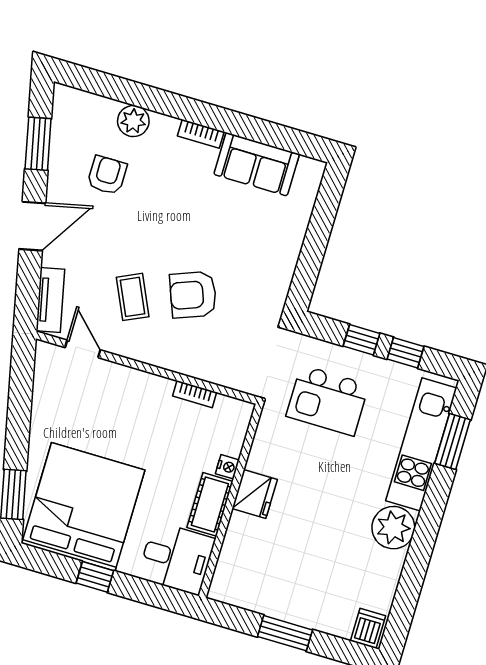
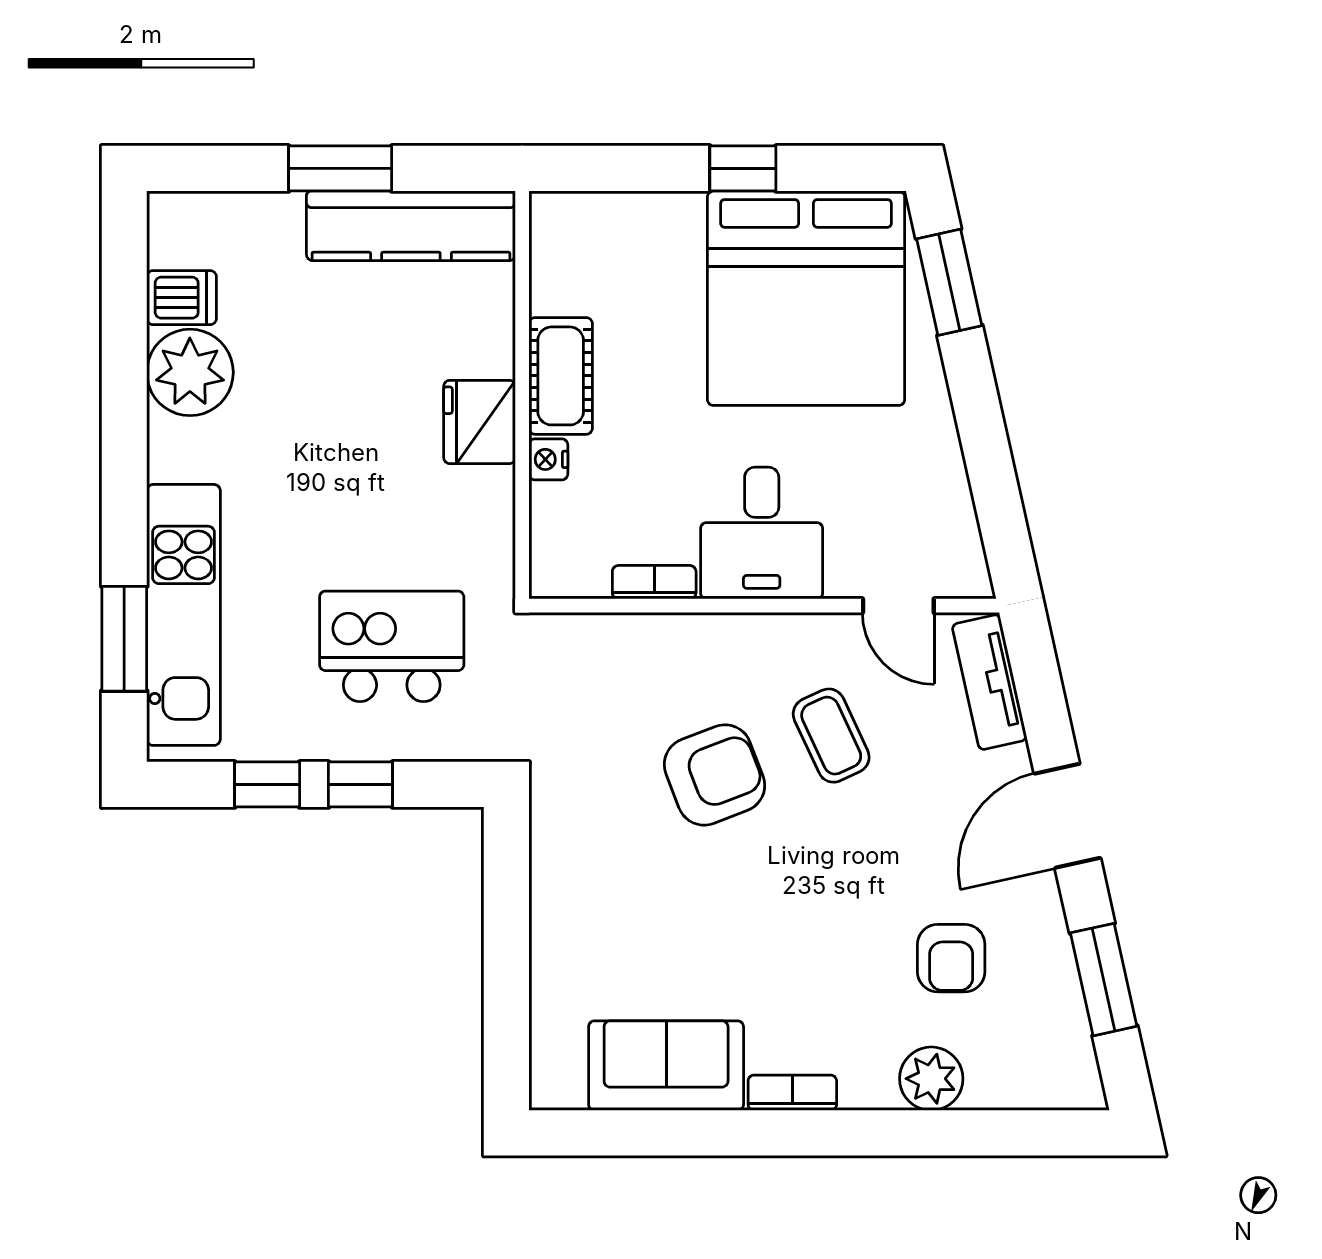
plant: (393, 528) -> (190, 372), moved
desk: (176, 558) -> (762, 533), moved, turned -90
kitchen counter: (260, 596) -> (411, 226), added
dishwasher: (368, 628) -> (182, 298), moved, turned -90

